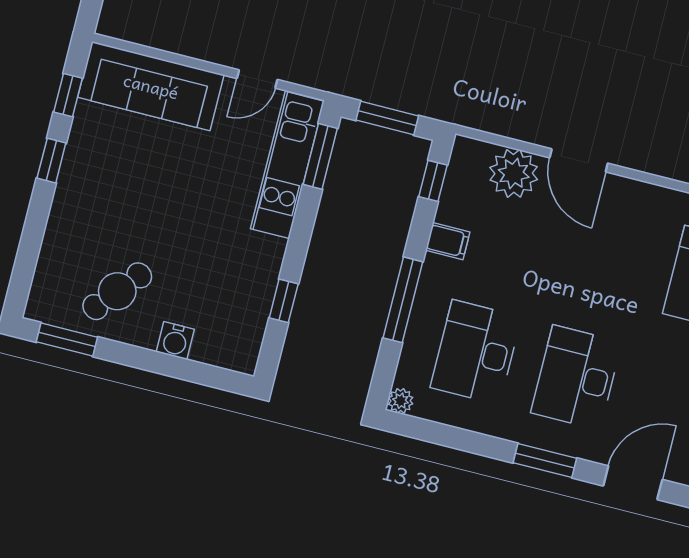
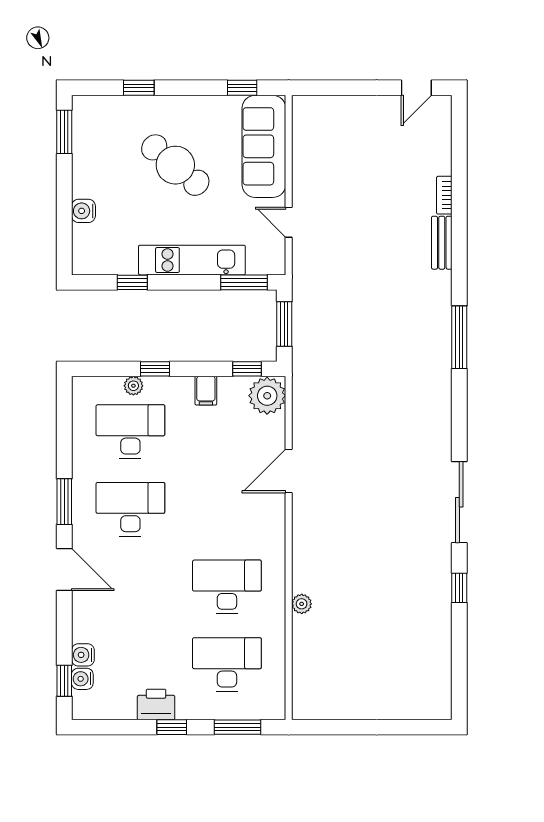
window: (51, 161) -> (139, 88), moved
kitchen unit: (287, 165) -> (192, 260), moved
plant: (514, 173) -> (267, 396), moved
cafe table: (117, 291) -> (175, 165), moved, width x1.37, depth x1.35
window: (403, 300) -> (155, 369), width x0.46
plant: (401, 401) -> (133, 386), moved

